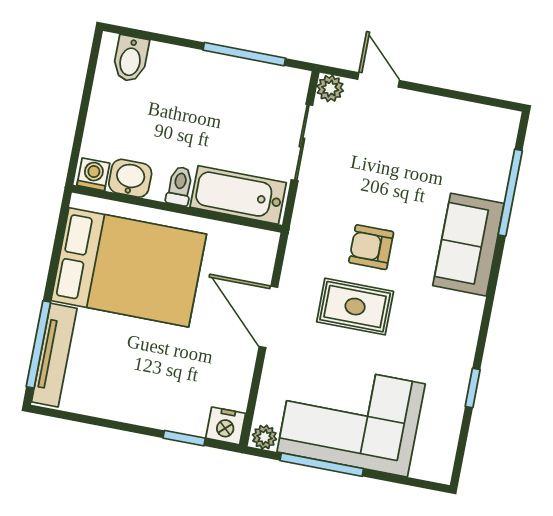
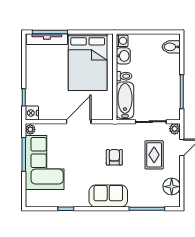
floor lamp: (468, 123) -> (172, 187), added
sofa: (468, 245) -> (108, 196), moved
rug: (355, 307) -> (154, 155), moved

